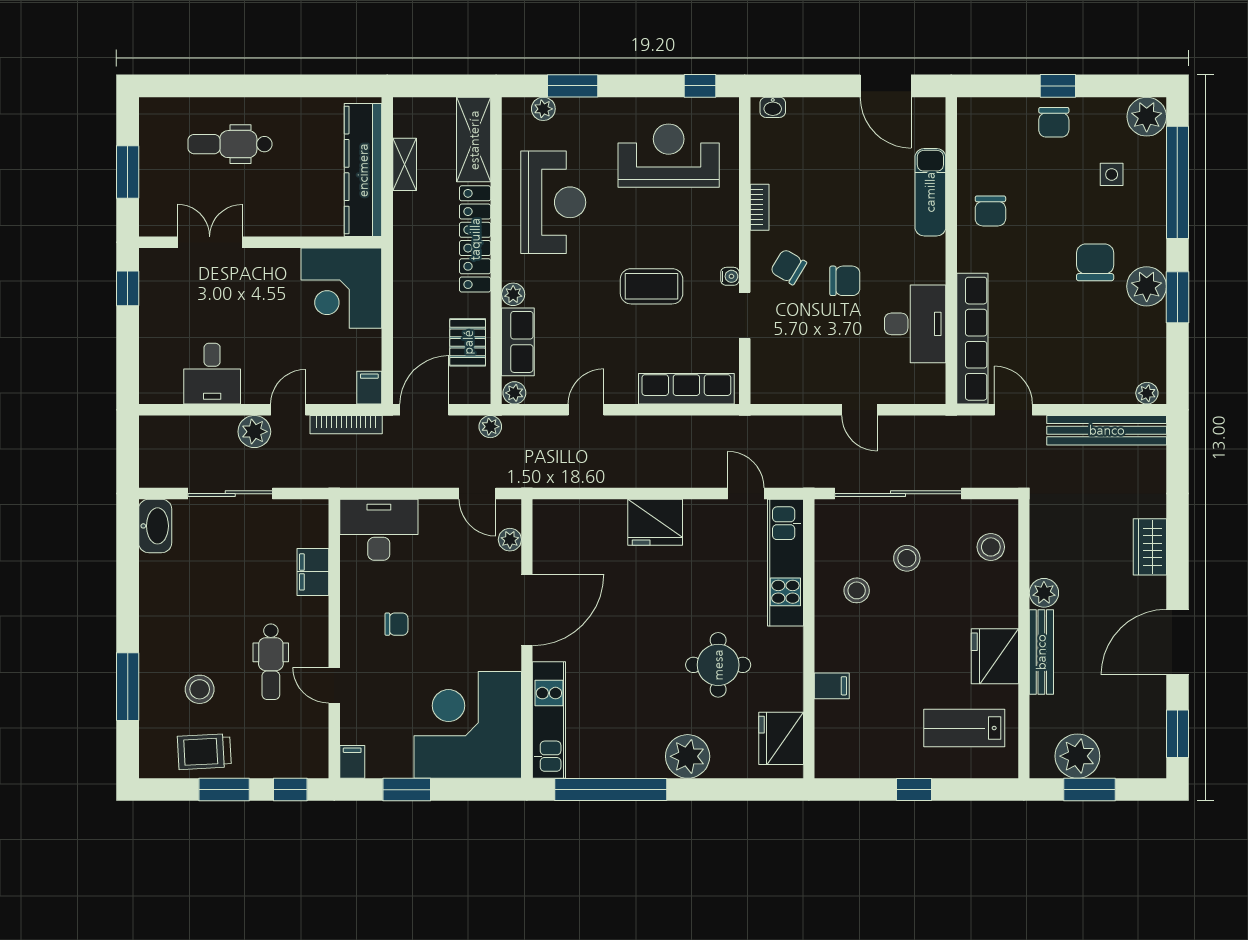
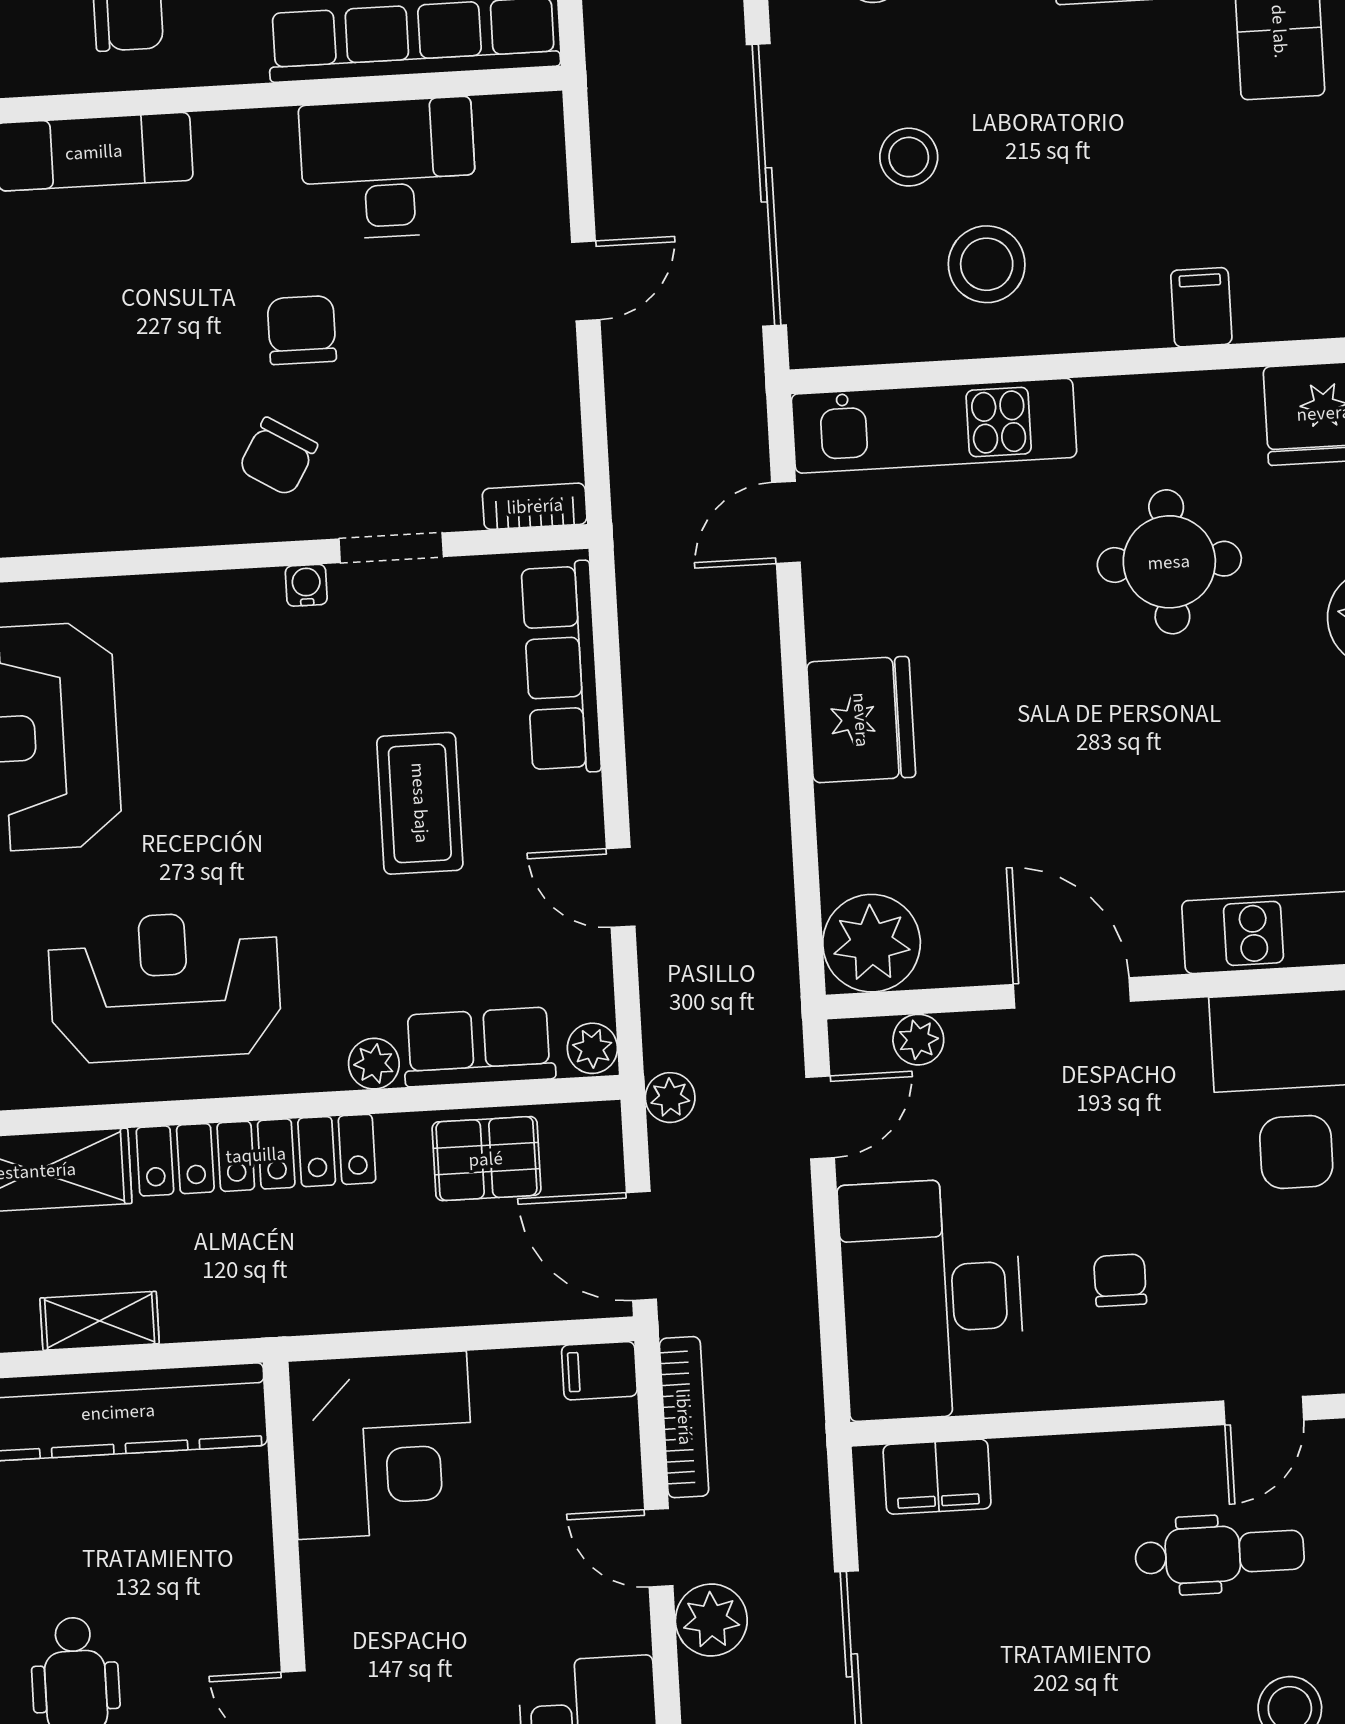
bookcase: (760, 207) -> (535, 506), moved
coffee table: (652, 286) -> (420, 803), moved
plant: (554, 521) -> (872, 943), added
desk: (379, 530) -> (932, 1299), width x1.36, depth x1.30
filing cabinet: (313, 572) -> (937, 1477), moved
stool: (857, 590) -> (987, 264), width x1.38, depth x1.38
door: (527, 610) -> (1072, 993), width x0.73

